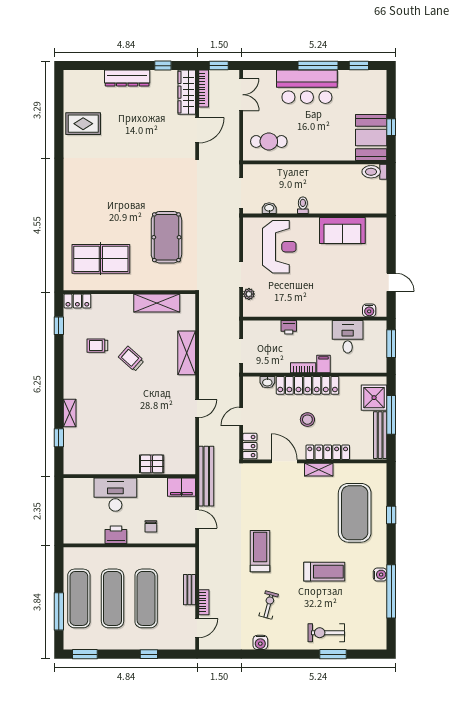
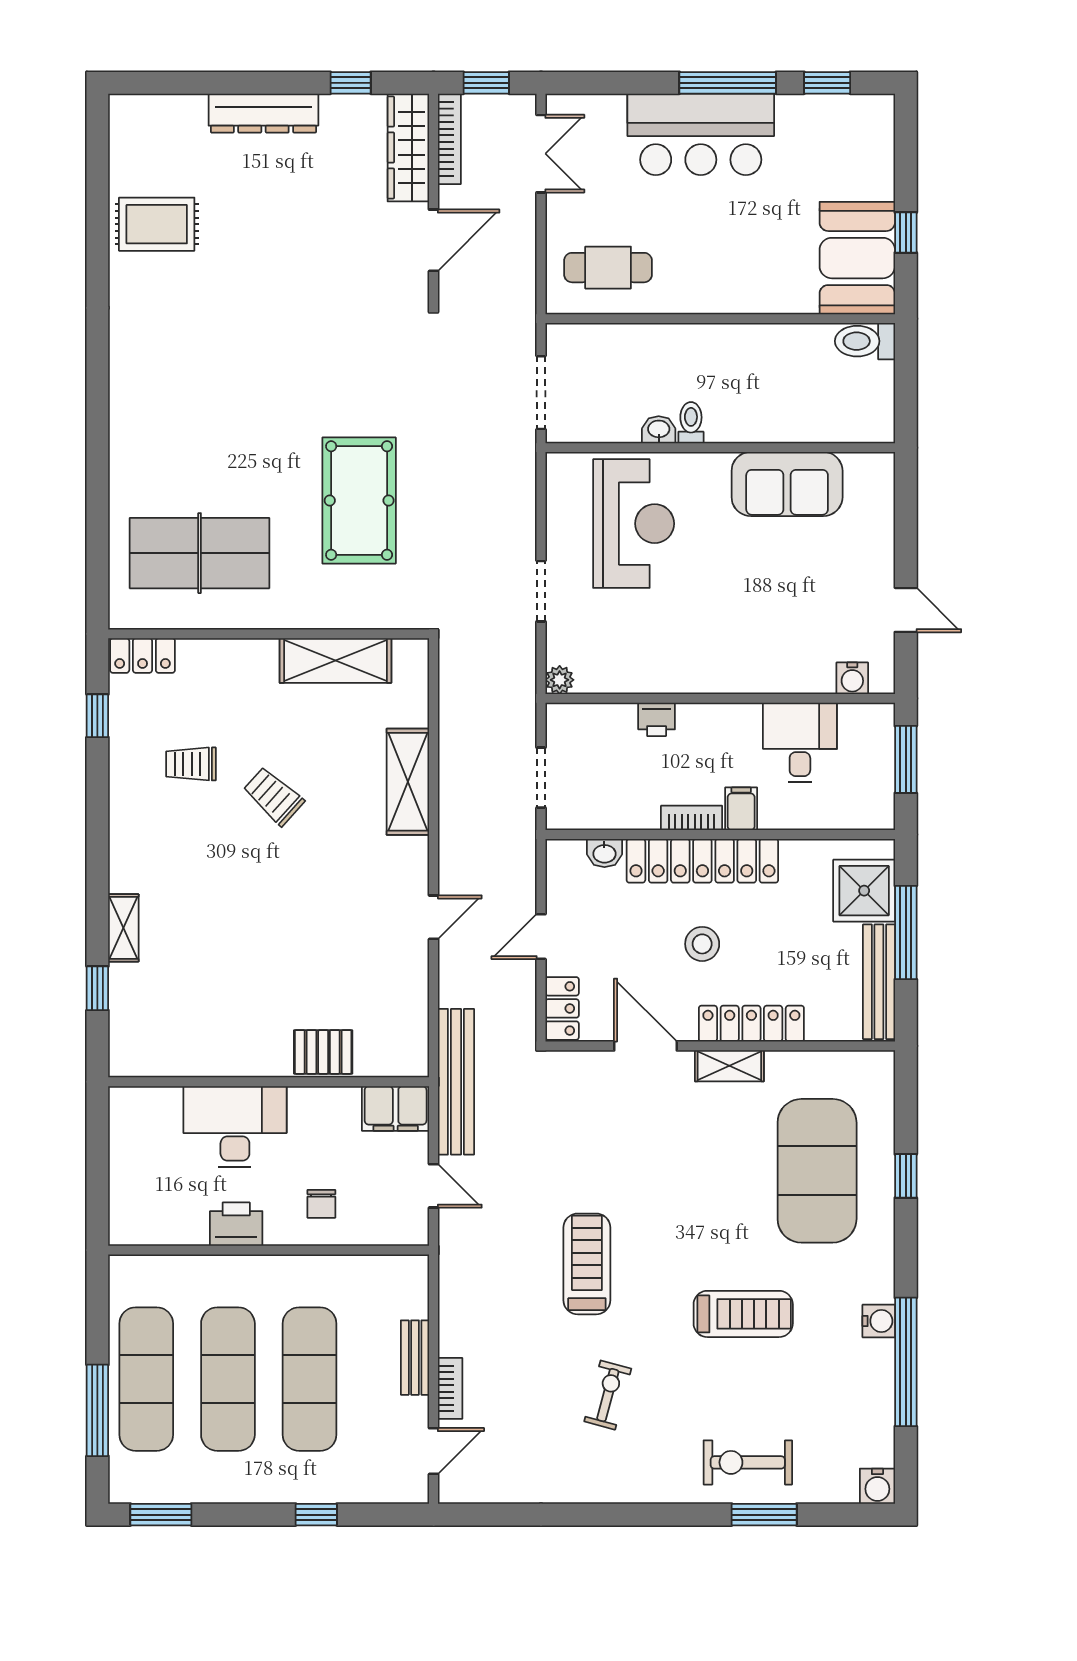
washbasin: (269, 208) -> (659, 430), moved
plant: (249, 294) -> (560, 680), moved
water cooler: (260, 642) -> (877, 1486), moved

